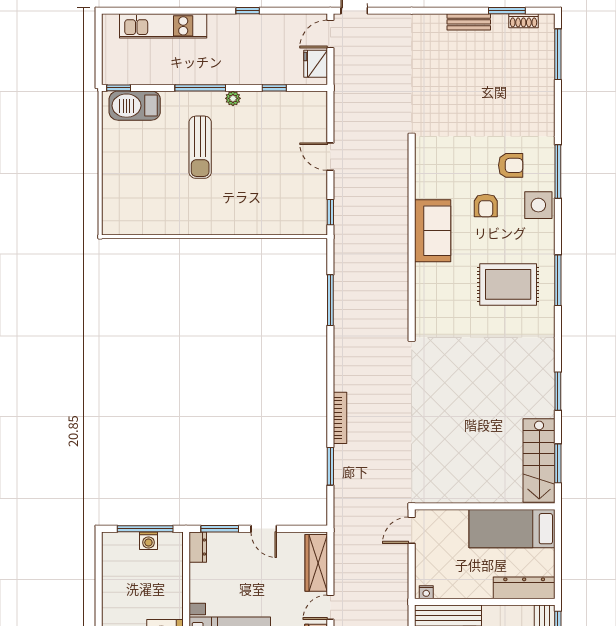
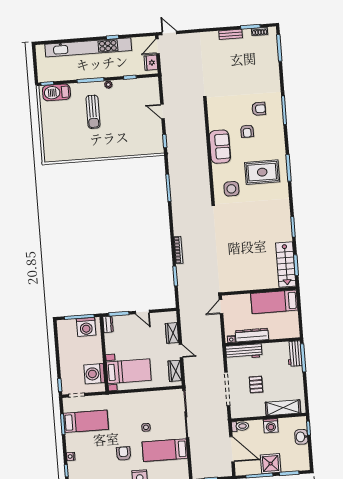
kitchen unit: (163, 26) -> (88, 47), width x1.86
side table: (538, 205) -> (231, 189), moved
washing machine: (148, 541) -> (86, 327), width x1.89, depth x1.89
wardrobe: (316, 563) -> (172, 333), width x0.67
dresser: (524, 588) -> (252, 335), moved
door: (330, 607) -> (181, 351), swing flipped

